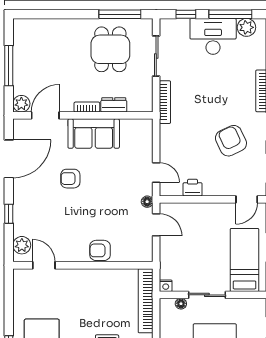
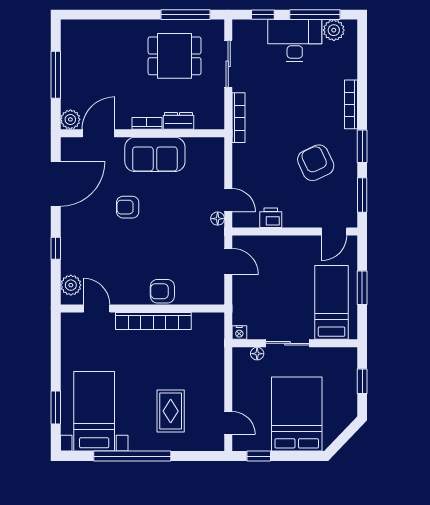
dining table: (110, 49) -> (175, 56), turned 90
floor lamp: (147, 202) -> (218, 219), moved
bookcase: (146, 301) -> (153, 321), moved, turned -90

